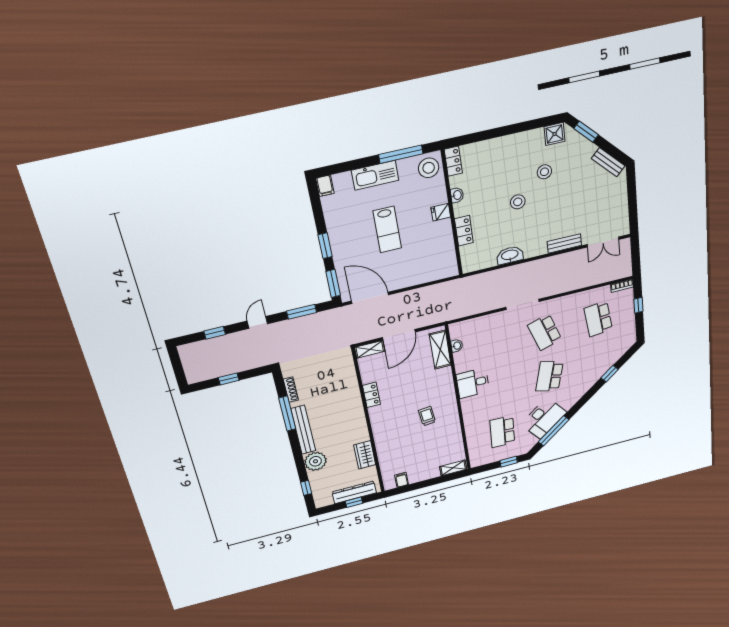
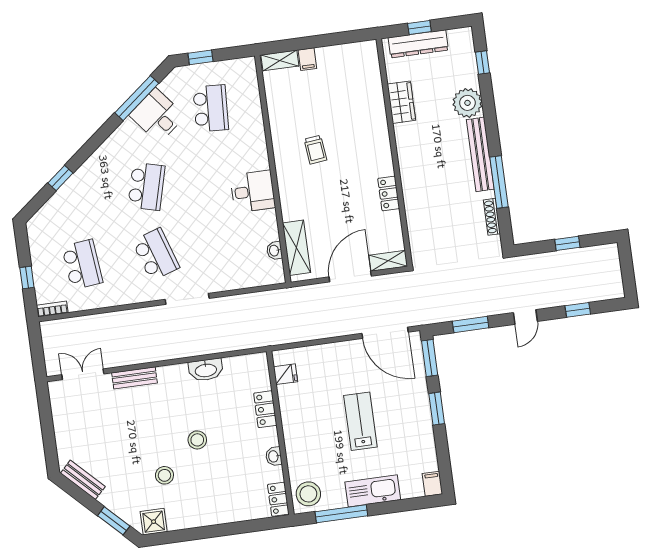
fridge: (441, 212) -> (286, 374), moved
desk: (544, 418) -> (157, 116), width x0.73
filing cabinet: (402, 480) -> (307, 59), moved

